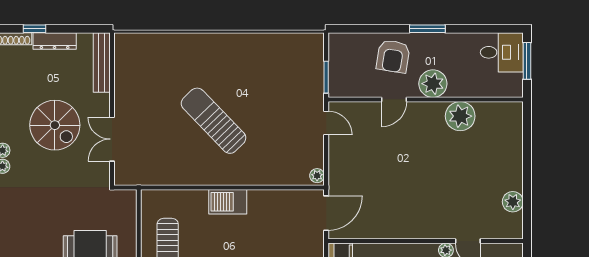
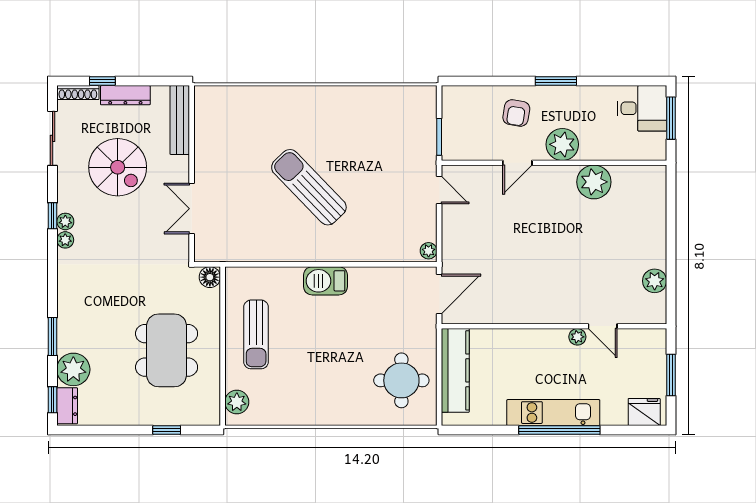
armchair: (393, 56) -> (516, 113), width x0.72, depth x0.72
spiral stairs: (55, 125) -> (118, 167), moved
floor lamp: (128, 199) -> (210, 277), added

